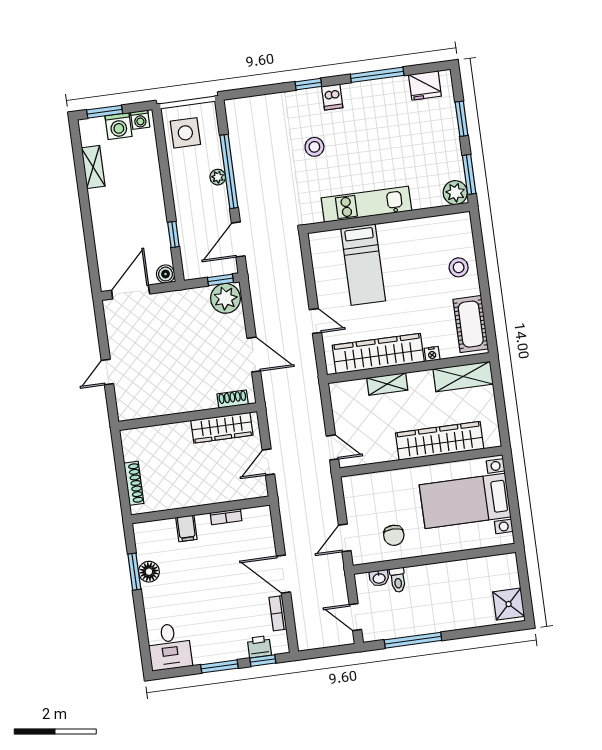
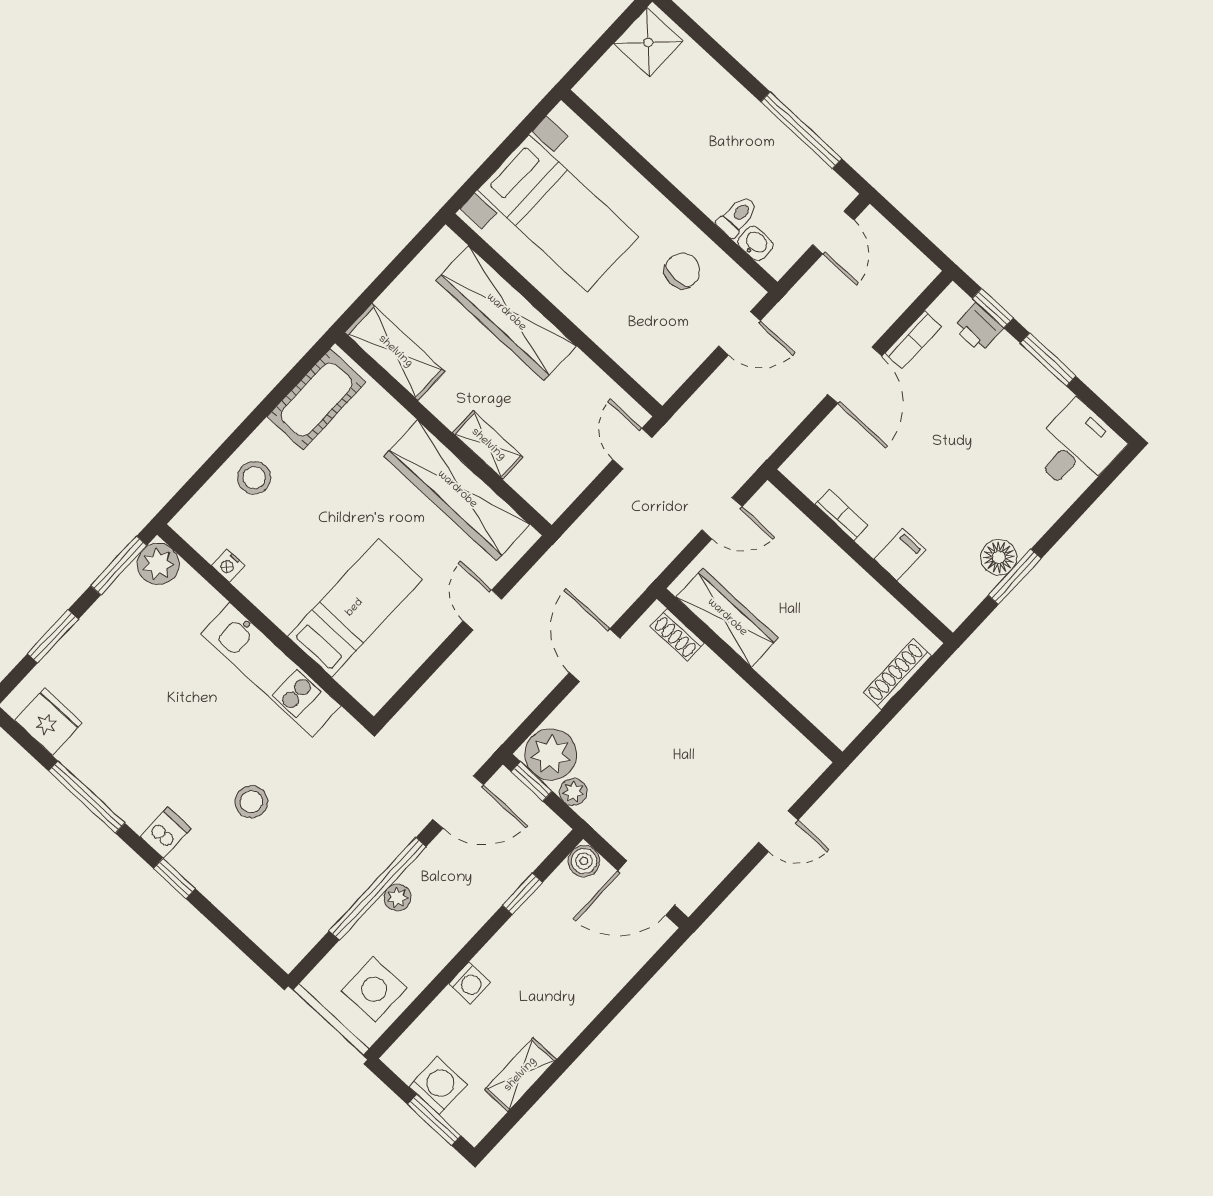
washing machine: (140, 120) -> (469, 983), moved, turned 90
plant: (200, 295) -> (573, 792), added
nightstand: (432, 354) -> (228, 565), moved, turned 180

